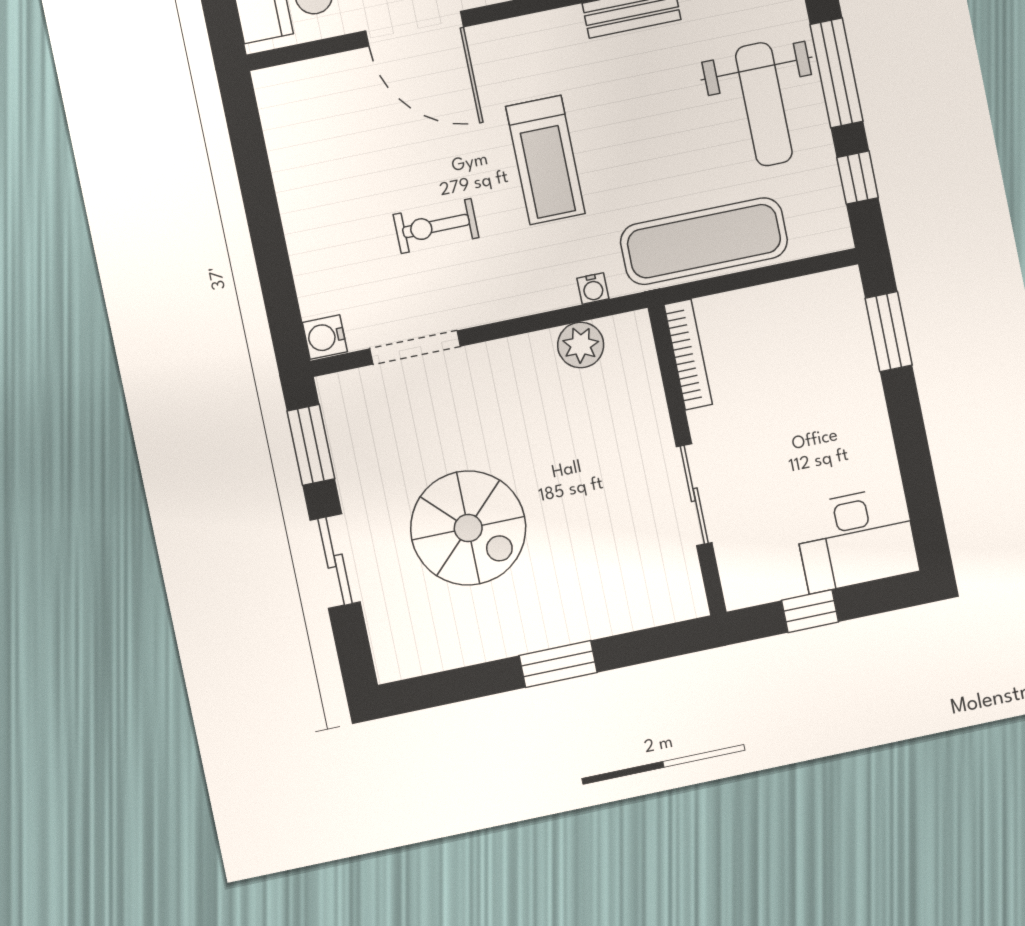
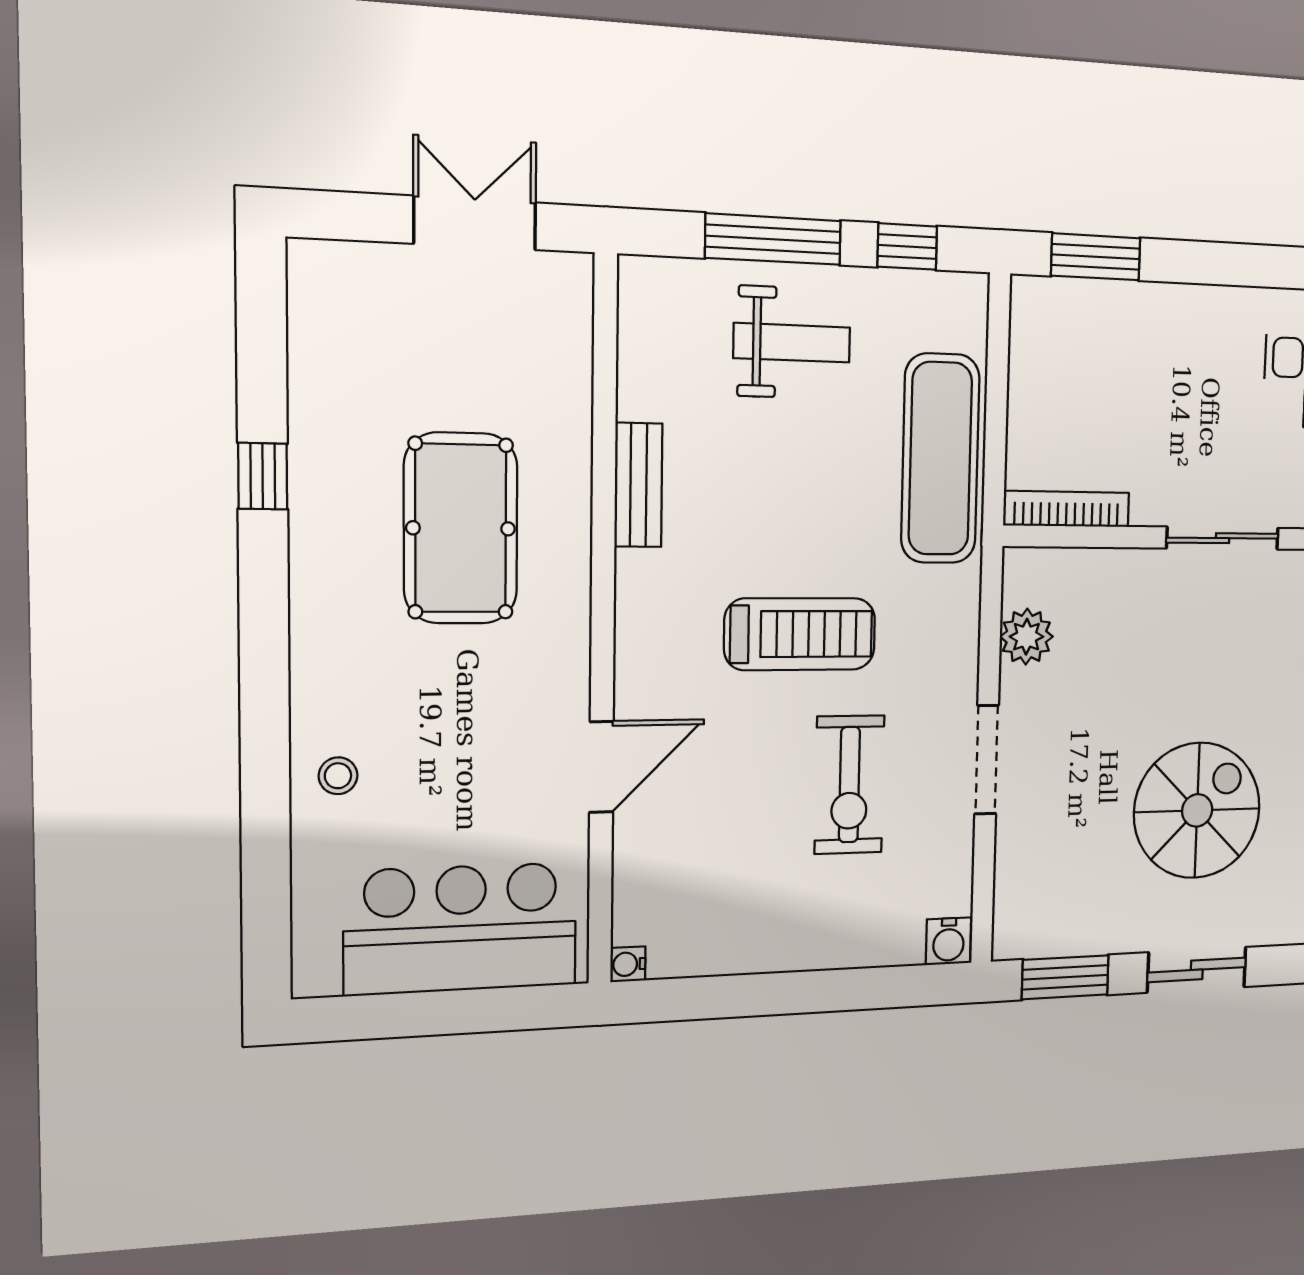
door: (415, 29) -> (601, 767), width x0.73
weight bench: (764, 104) -> (792, 343), width x0.73, depth x0.75
exercise bike: (436, 226) -> (849, 785), width x1.38, depth x1.39
water cooler: (593, 288) -> (628, 964), moved, turned 180
doorway: (415, 348) -> (987, 760), moved

